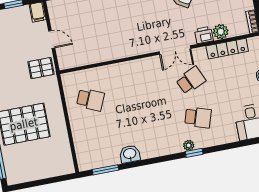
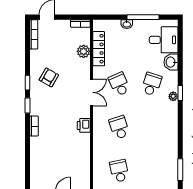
printer: (204, 35) -> (84, 125), moved
school desk: (141, 90) -> (119, 127), added
school desk: (90, 100) -> (119, 171), turned -36
washbasin: (130, 154) -> (171, 62), moved

